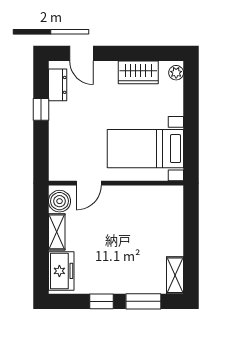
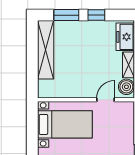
shelving: (175, 275) -> (46, 50), width x2.20, depth x1.33

